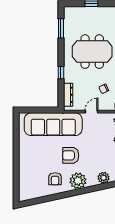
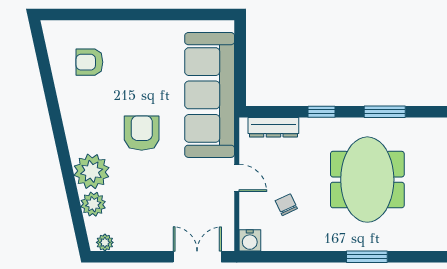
window: (61, 28) -> (385, 112), moved
armchair: (55, 179) -> (89, 62), moved
plant: (78, 181) -> (92, 171), moved

